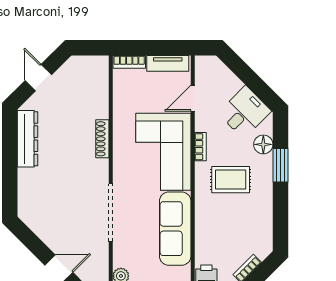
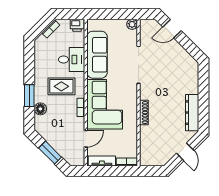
window: (248, 77) -> (50, 153), added
desk: (245, 112) -> (72, 59), moved, turned -135

